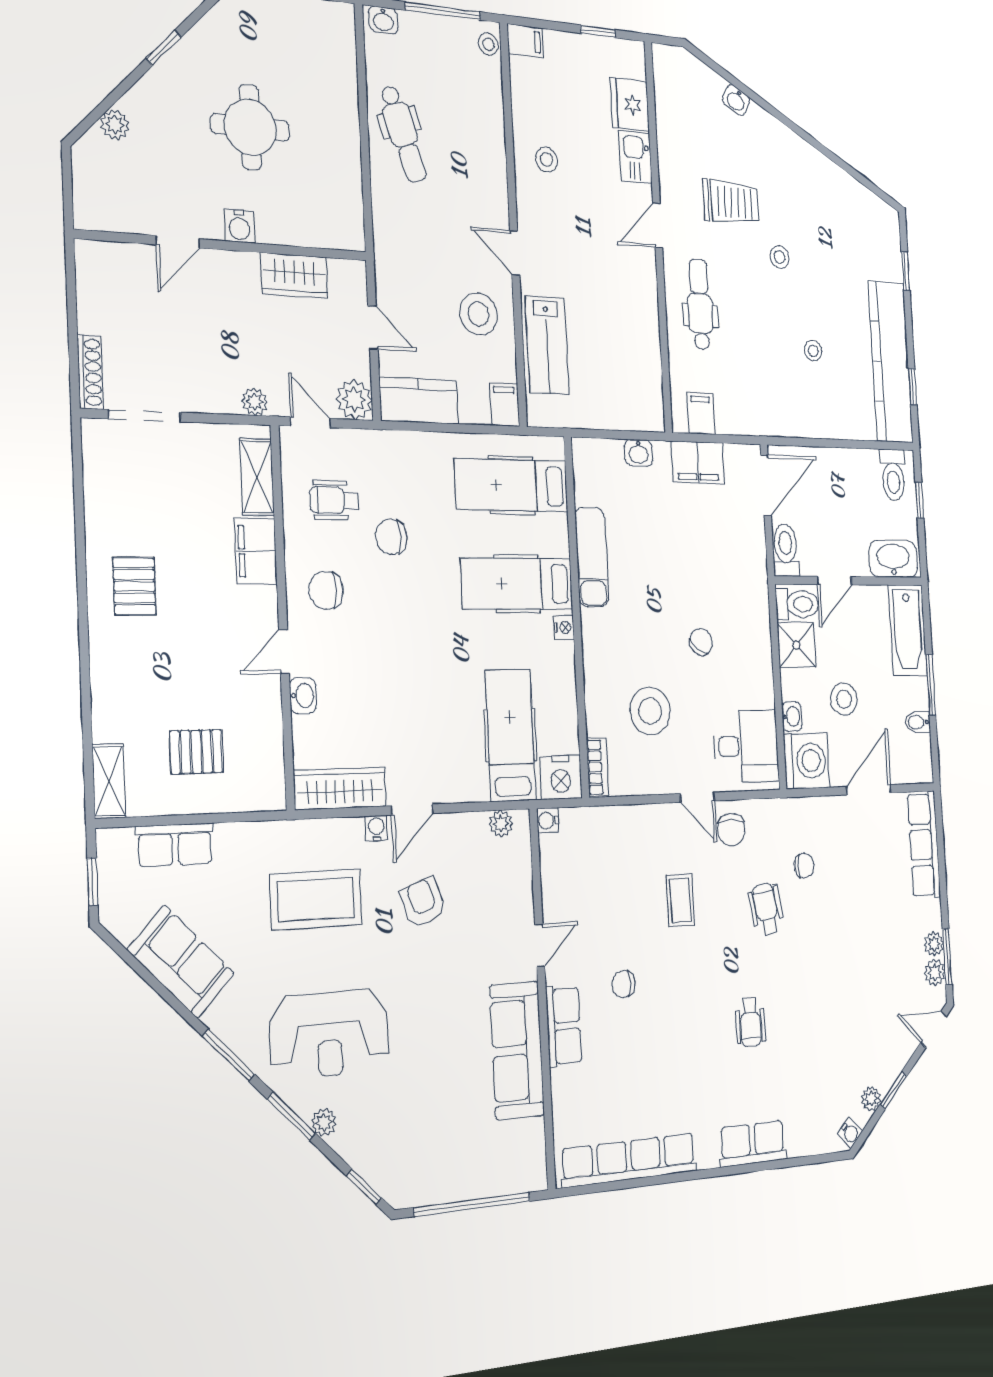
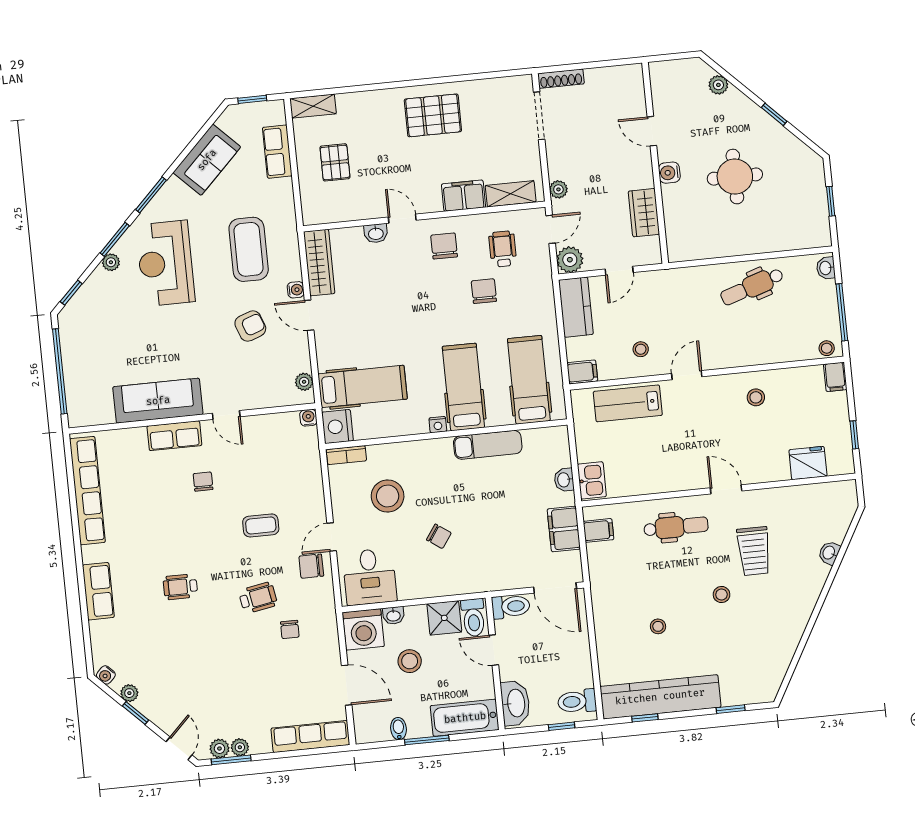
kitchen sink: (635, 157) -> (592, 480), moved, turned 90
stool: (479, 314) -> (641, 349), width x0.53, depth x0.53
pallet: (134, 586) -> (433, 115), width x1.50, depth x1.42

